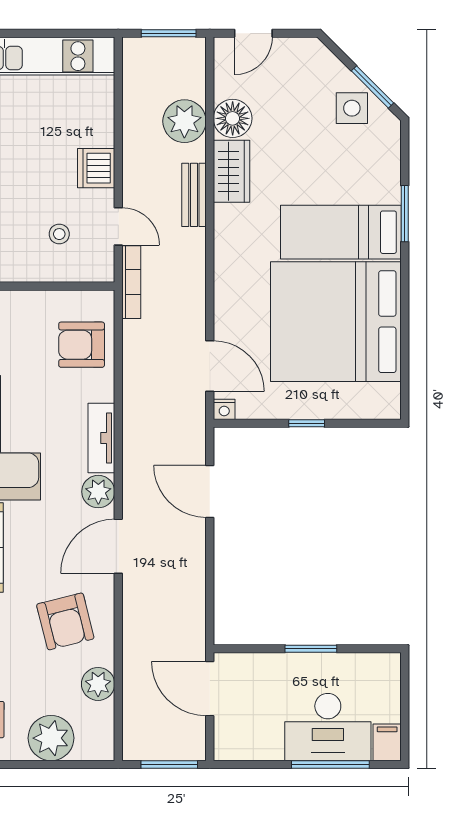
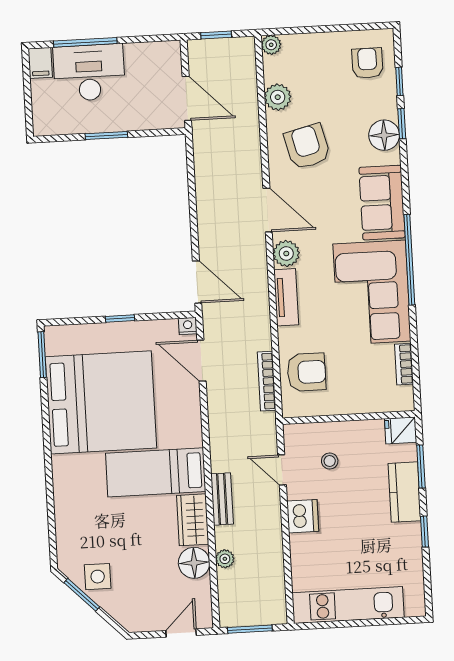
plant: (184, 121) -> (225, 559), width x0.53, depth x0.53
window: (405, 214) -> (42, 355), moved
bed: (341, 232) -> (156, 472), moved, turned 180
bookcase: (131, 282) -> (267, 381), moved
door: (210, 491) -> (197, 282), moved
door: (118, 546) -> (268, 210), hinge flipped
plant: (51, 738) -> (271, 45), moved, width x0.53, depth x0.53
window: (169, 765) -> (216, 35), width x0.67

